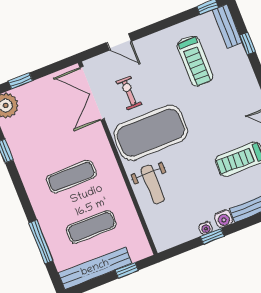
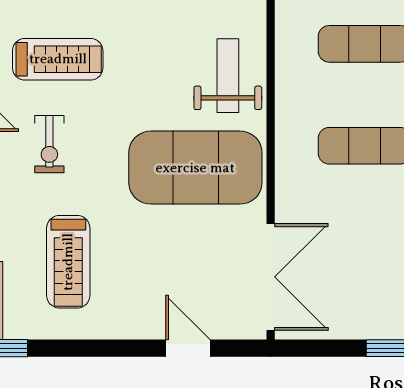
treadmill: (195, 61) -> (68, 262), turned 180
exercise bike: (129, 93) -> (49, 144), moved

